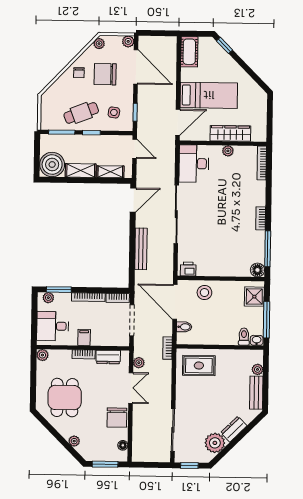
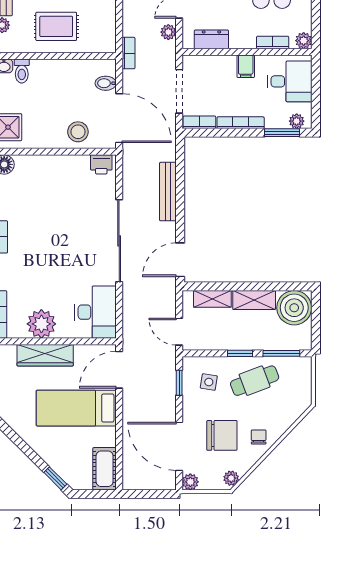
plant: (228, 151) -> (41, 324), width x1.87, depth x1.87
bookcase: (84, 354) -> (273, 42), moved
rug: (199, 366) -> (56, 26), moved

